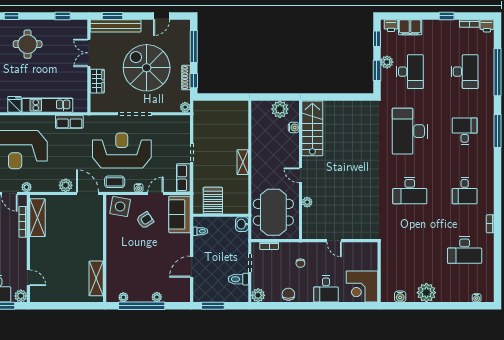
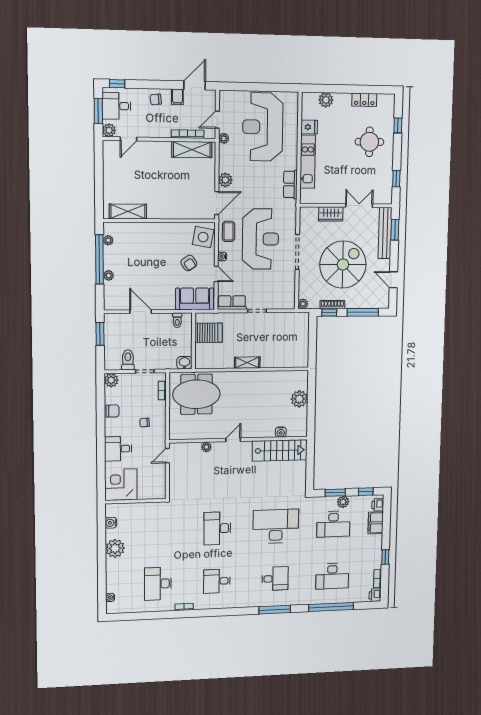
water cooler: (294, 128) -> (281, 432), moved
stairs: (312, 128) -> (280, 450), moved
wall: (301, 170) -> (239, 440), moved
door: (301, 175) -> (233, 440), moved
plant: (307, 202) -> (206, 447), moved

